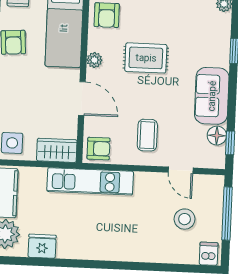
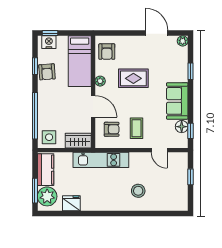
armchair: (99, 149) -> (112, 129), moved
window: (227, 214) -> (190, 177), width x0.46
stool: (185, 219) -> (138, 191), moved
dishwasher: (209, 254) -> (180, 203), removed

